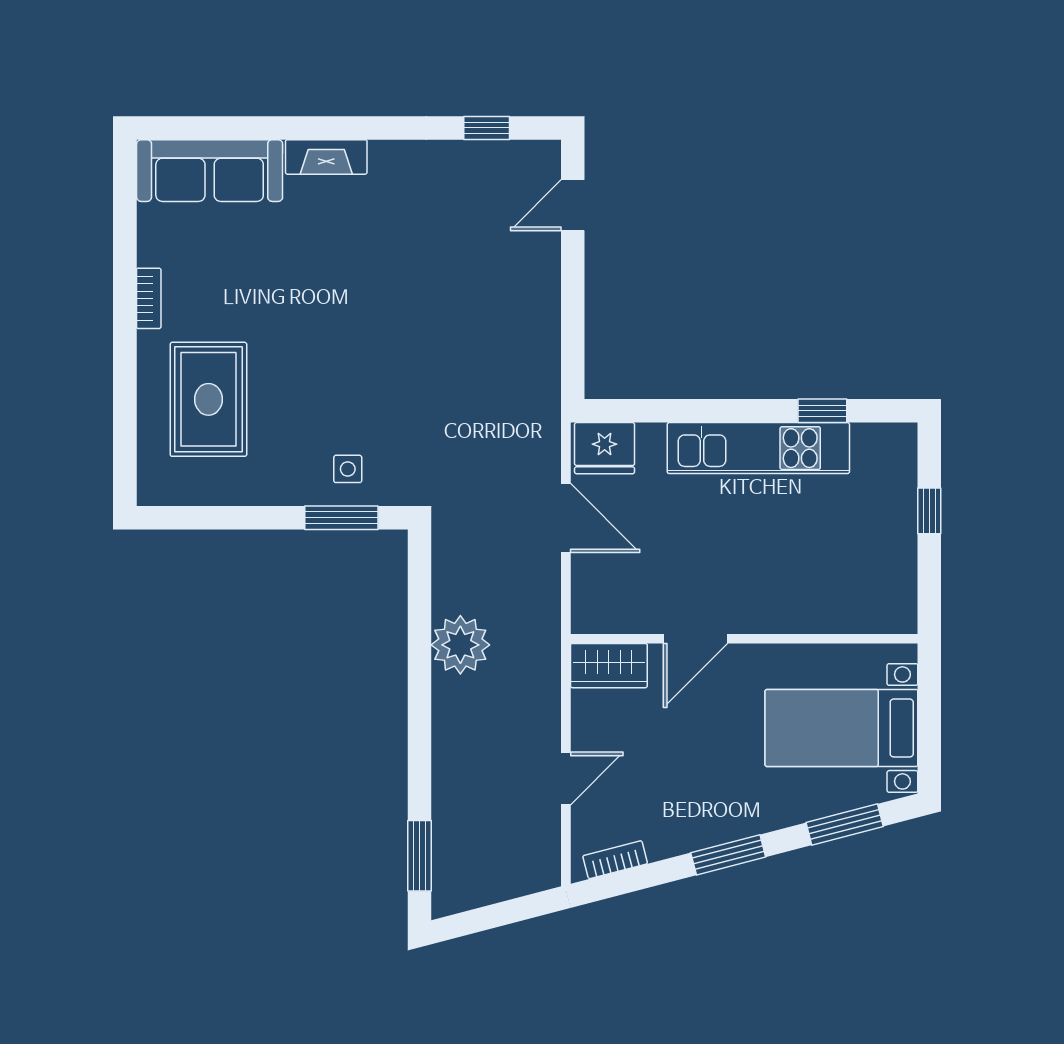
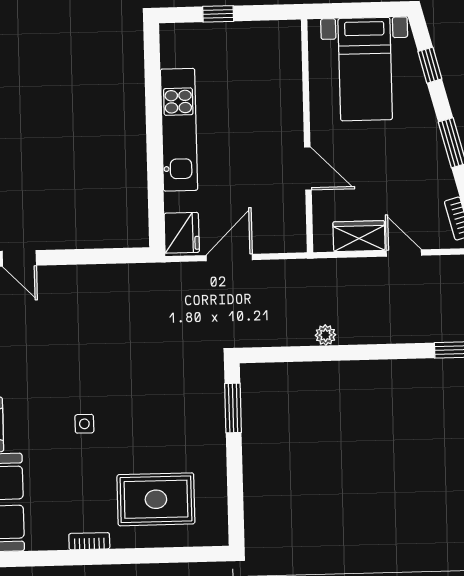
window: (822, 411) -> (153, 87), removed
side table: (348, 469) -> (84, 424), moved
plant: (460, 645) -> (325, 335), width x0.53, depth x0.53
wardrobe: (609, 666) -> (359, 236), moved, turned -90
window: (845, 825) -> (430, 65), width x0.67

